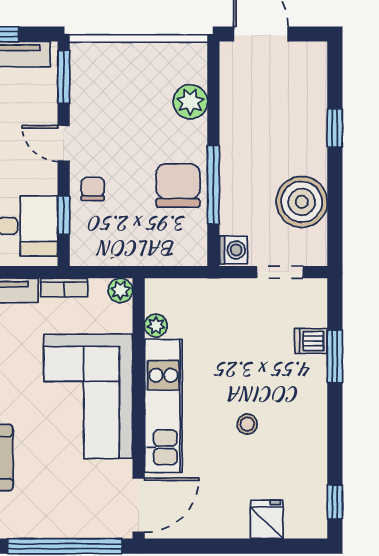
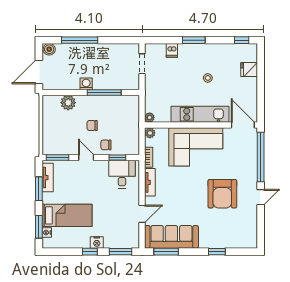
window: (335, 128) -> (80, 40), width x2.17
door: (64, 143) -> (86, 157), swing flipped
chair: (178, 185) -> (92, 125), moved, width x0.54, depth x0.54
boiler: (302, 202) -> (49, 49), moved, width x0.54, depth x0.54
washing machine: (233, 250) -> (86, 84), moved
plant: (156, 325) -> (150, 118), moved
window: (335, 356) -> (194, 40), moved

